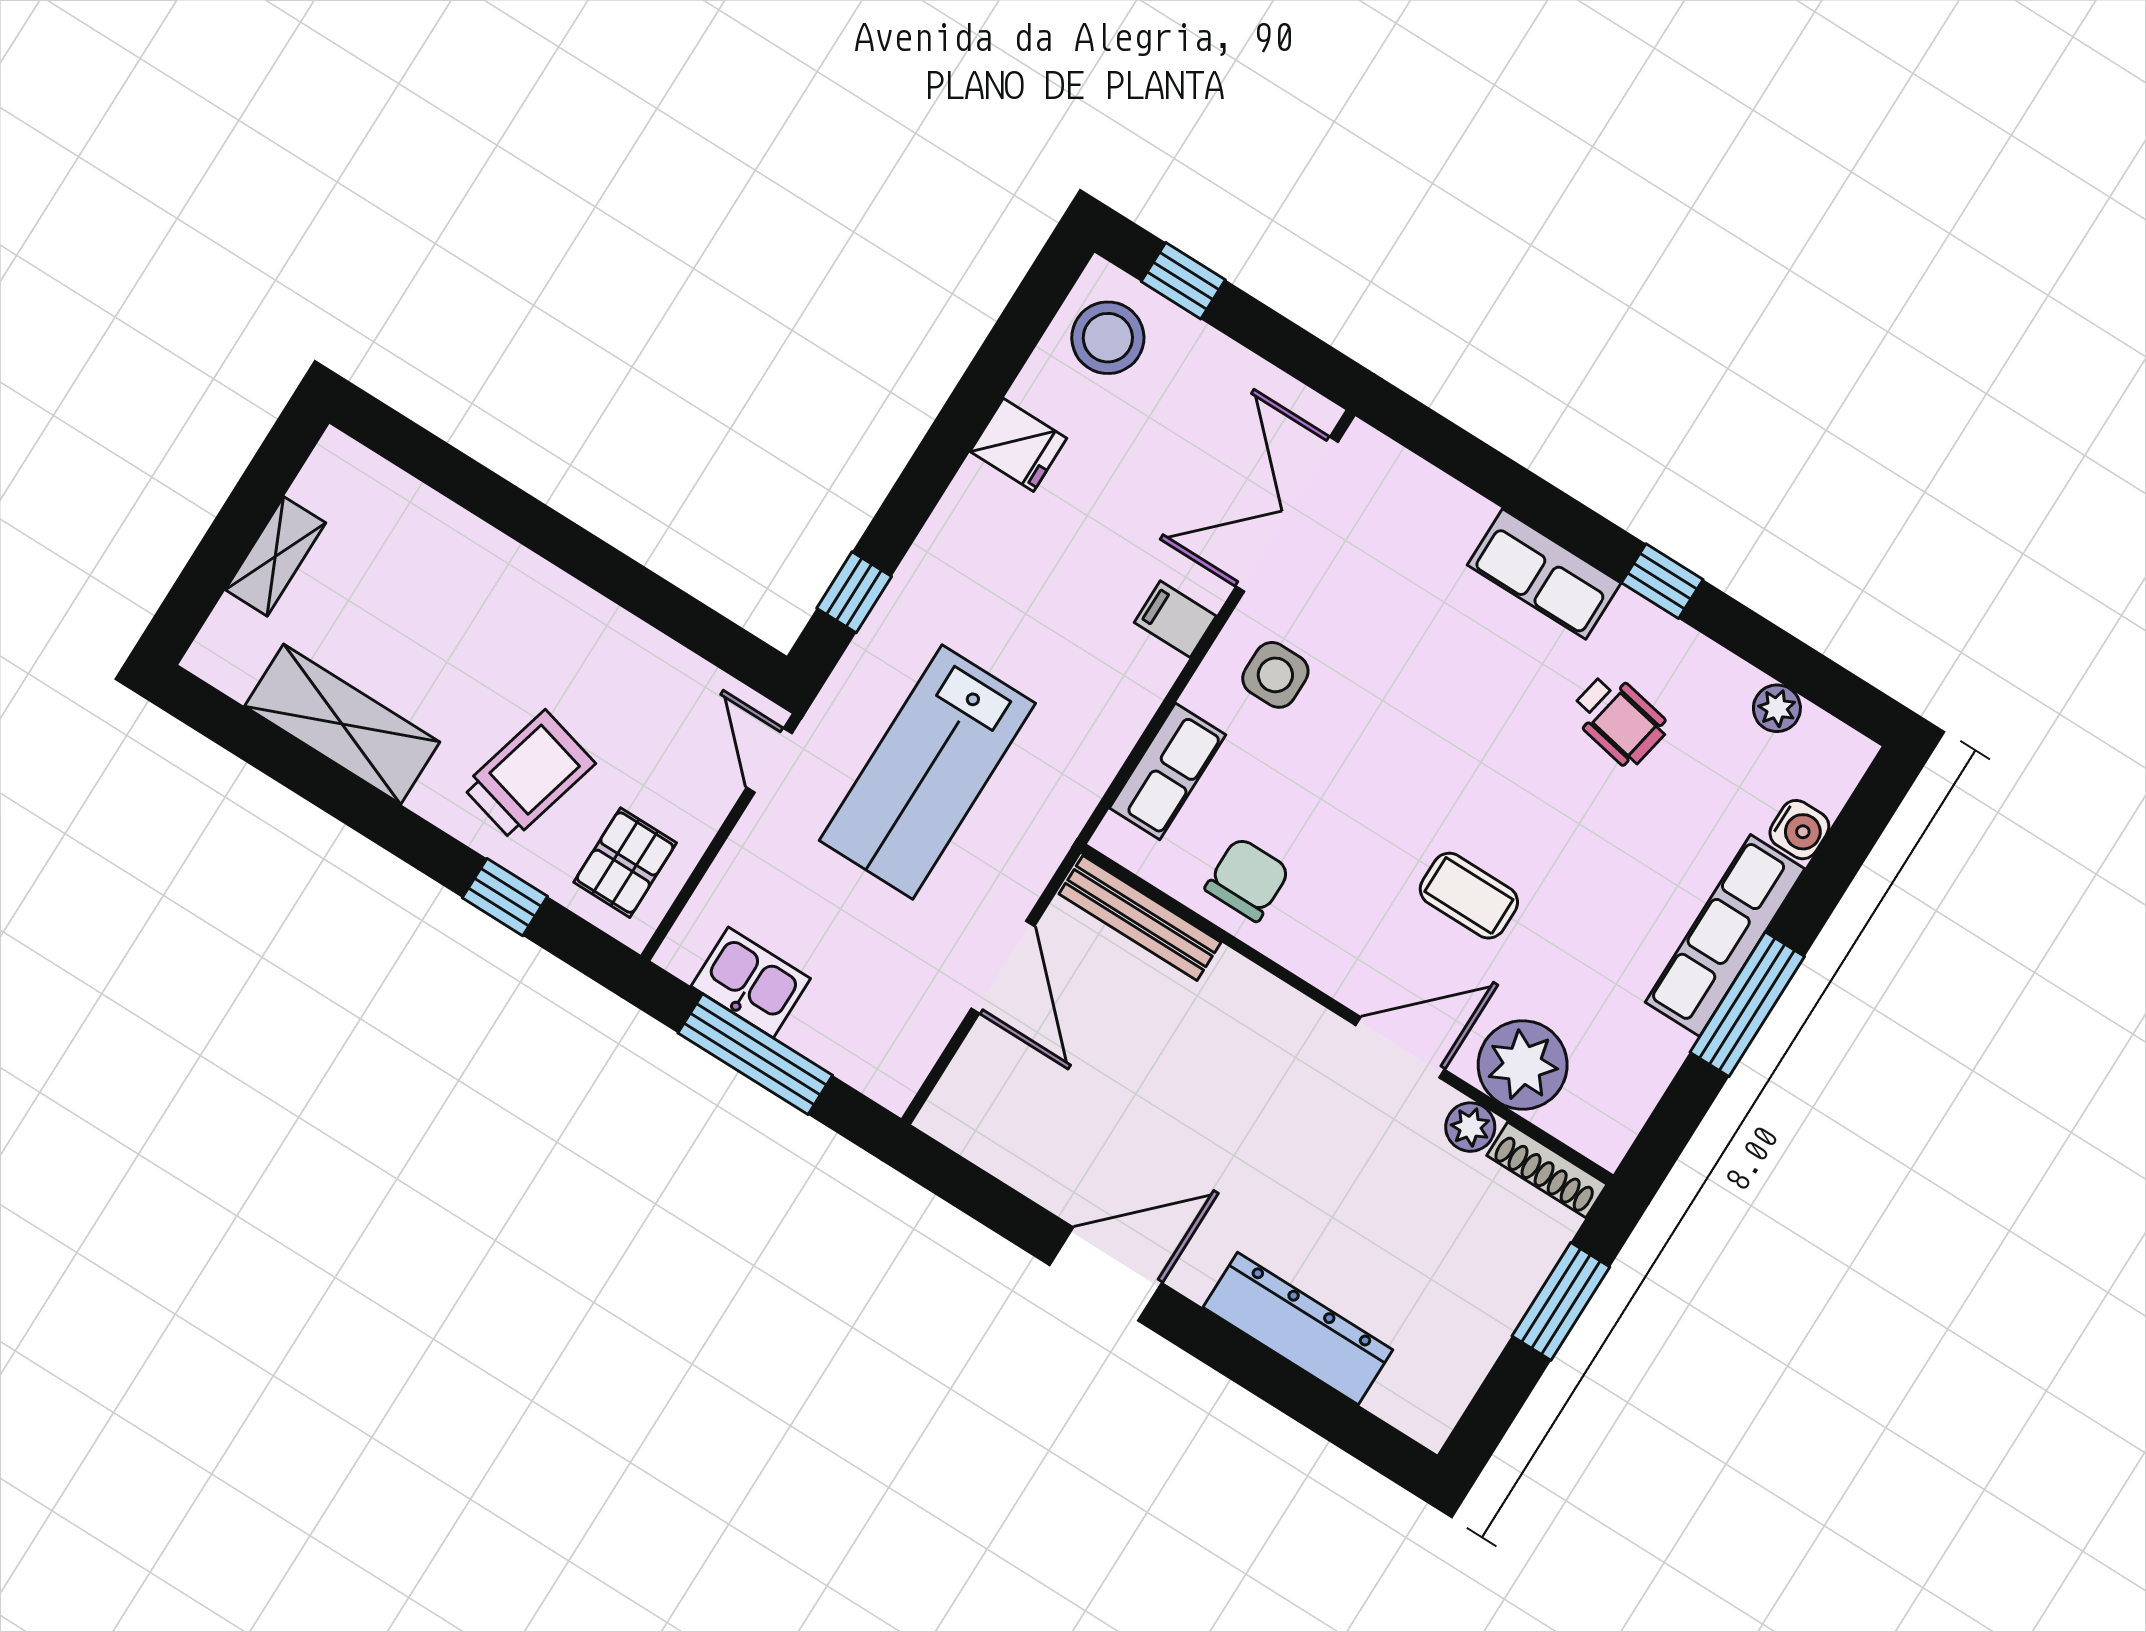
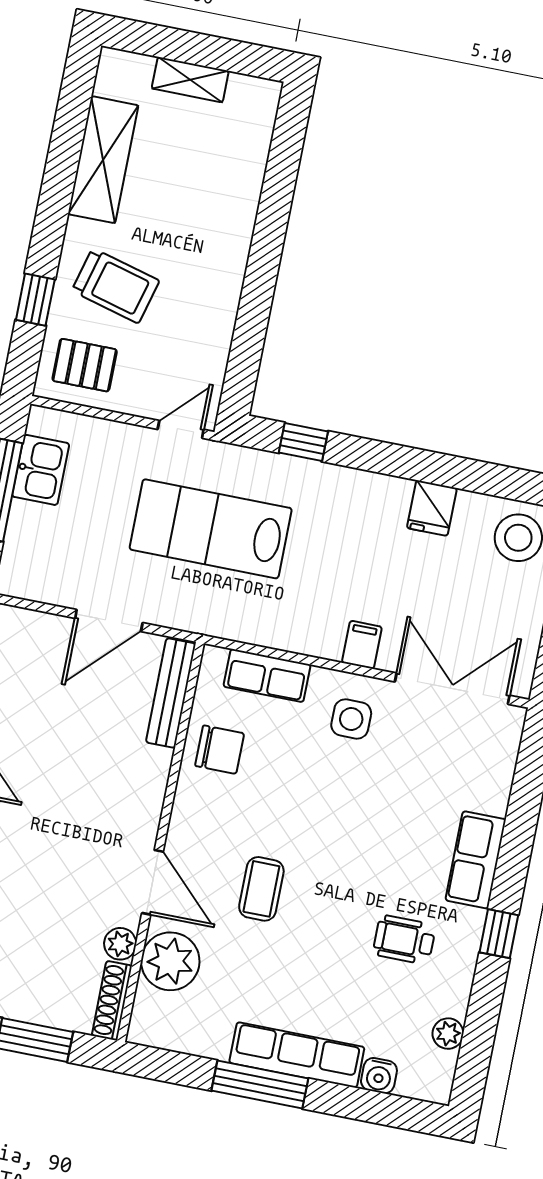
wheelchair: (1619, 719) -> (404, 940), turned 79

